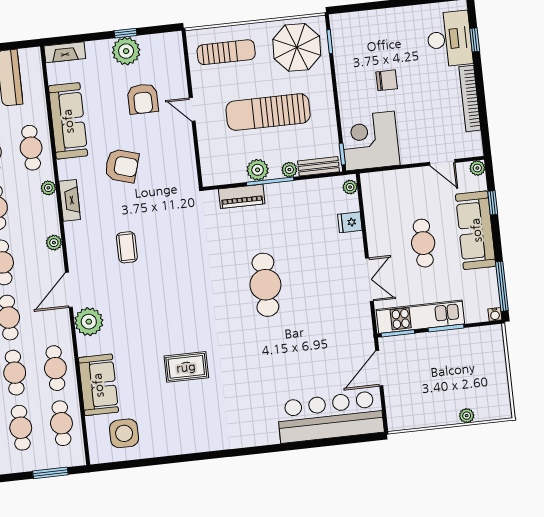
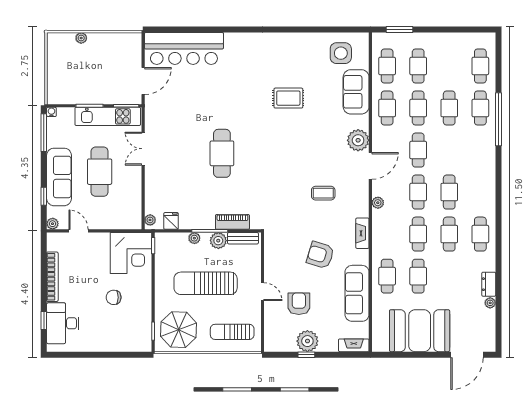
sun lounger: (268, 112) -> (206, 283), turned 180
bench: (319, 166) -> (243, 238), moved
plant: (48, 188) -> (377, 244), removed
fridge: (350, 222) -> (171, 221), moved, turned -90
cafe table: (423, 243) -> (100, 172), width x1.37, depth x1.35
coffee table: (127, 247) -> (323, 193), turned 90

